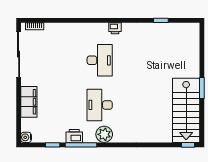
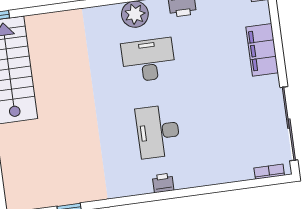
printer: (115, 28) -> (163, 183), moved
desk: (100, 105) -> (148, 60), turned -90

